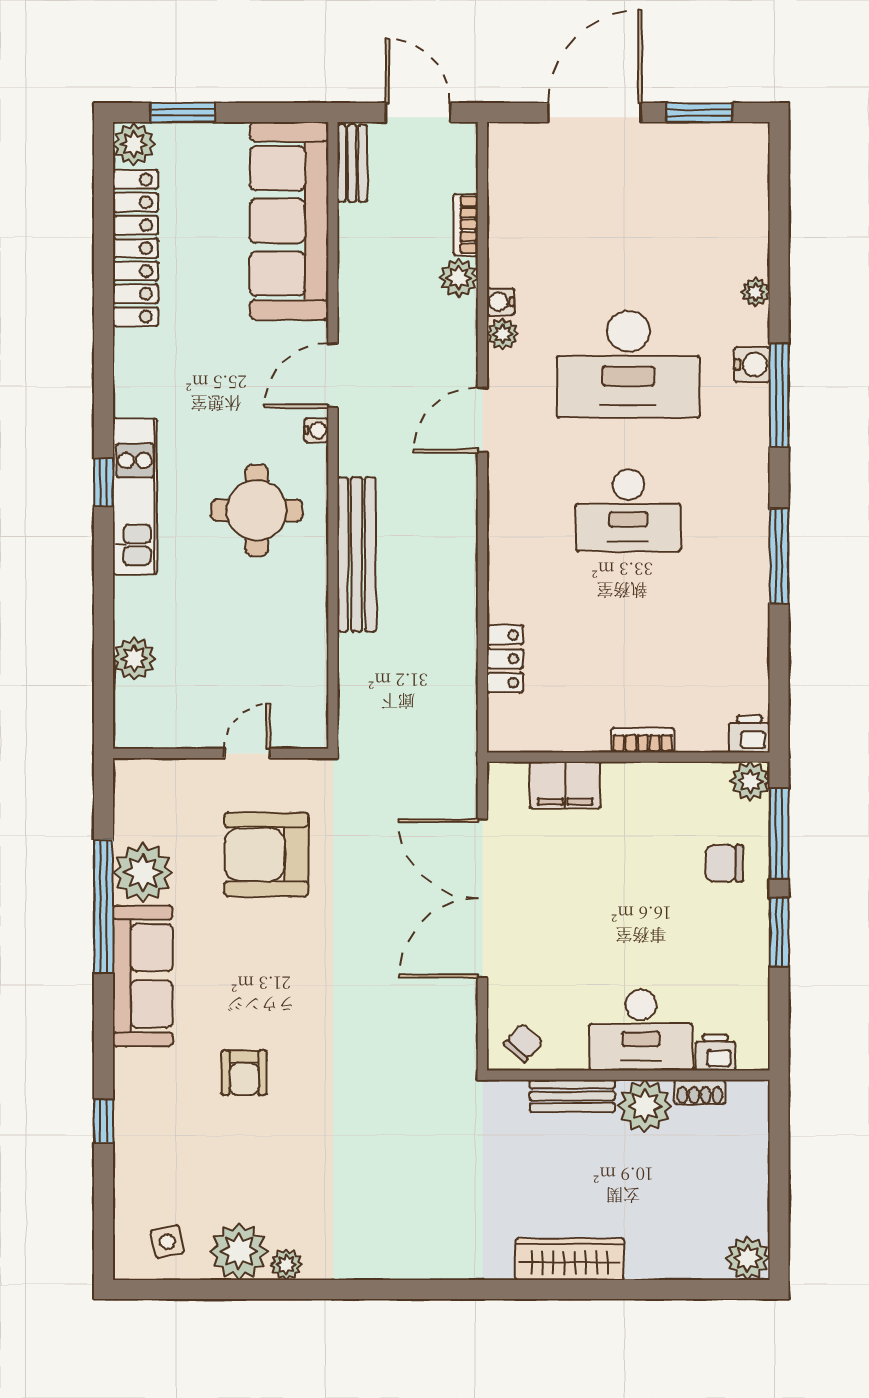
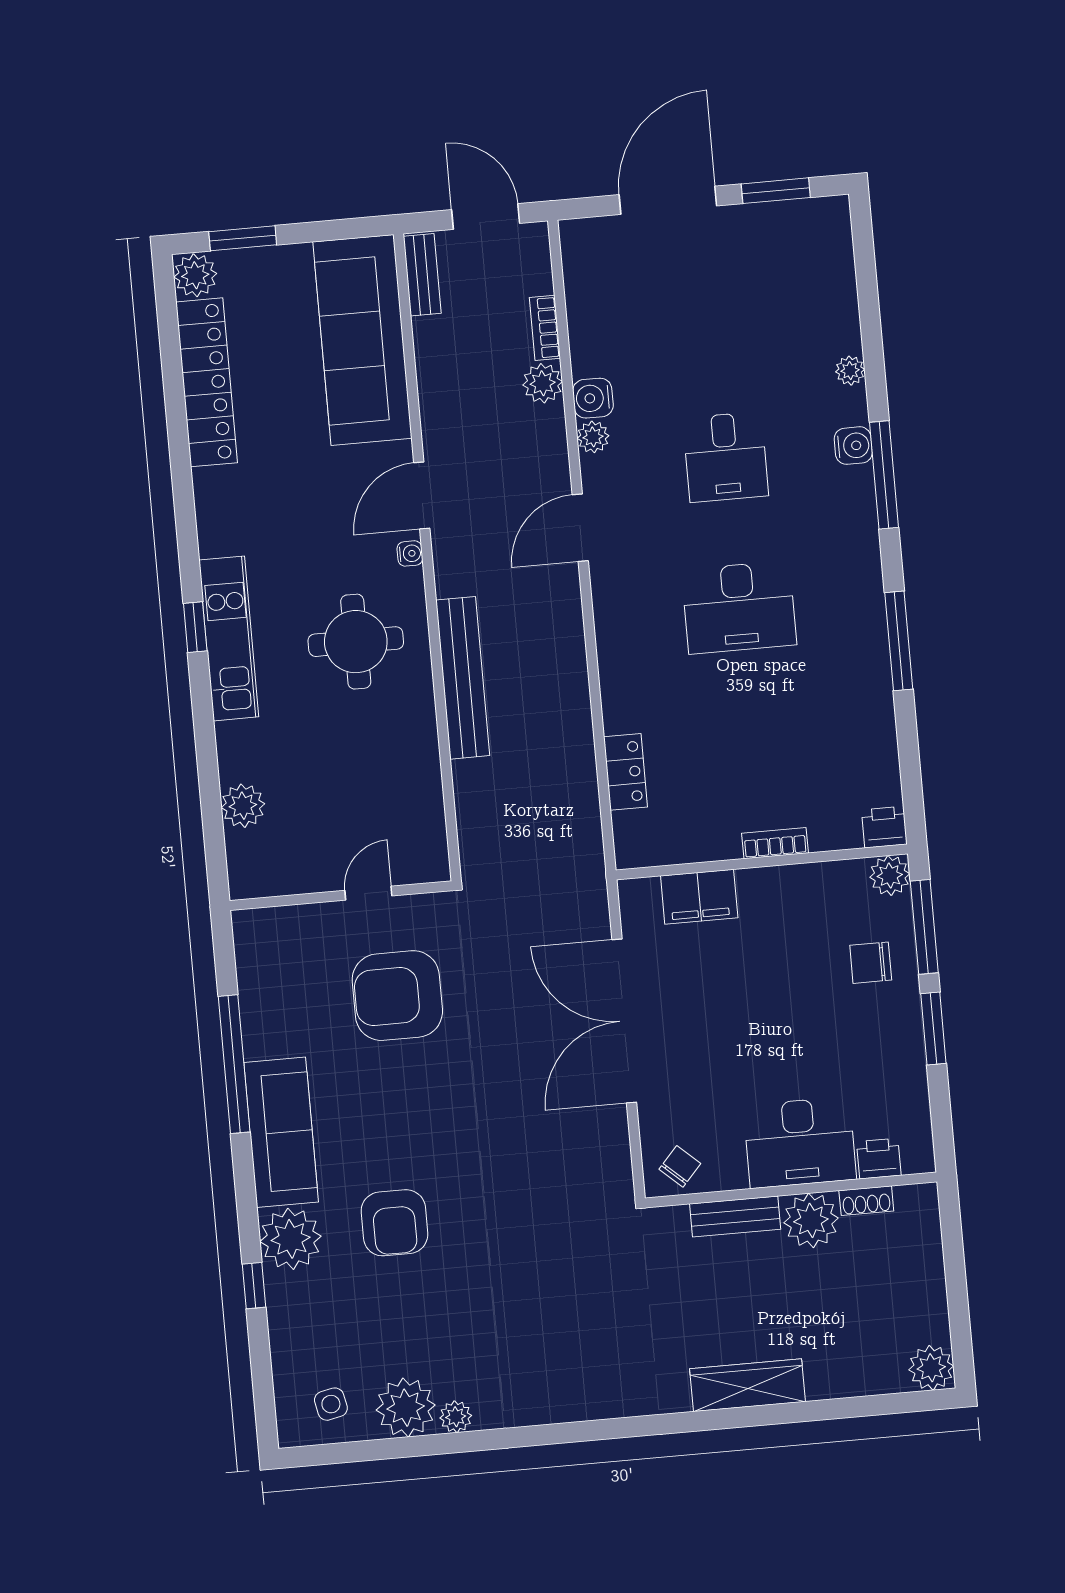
water cooler: (501, 302) -> (593, 398), width x1.38, depth x1.38
desk: (628, 364) -> (726, 457), width x0.53, depth x0.77
plant: (143, 873) -> (291, 1239), moved
armchair: (244, 1073) -> (394, 1223), width x1.38, depth x1.38

